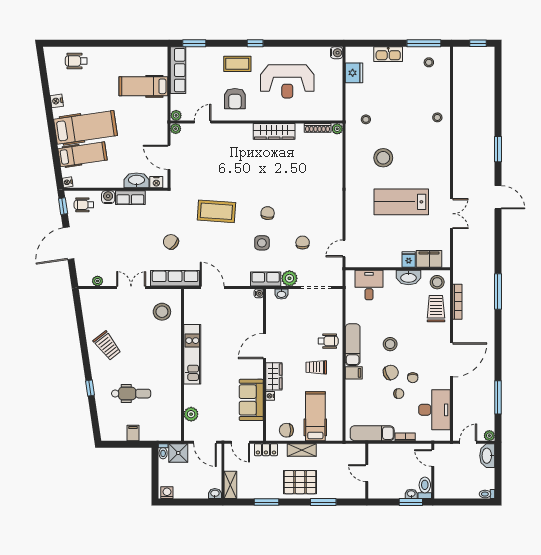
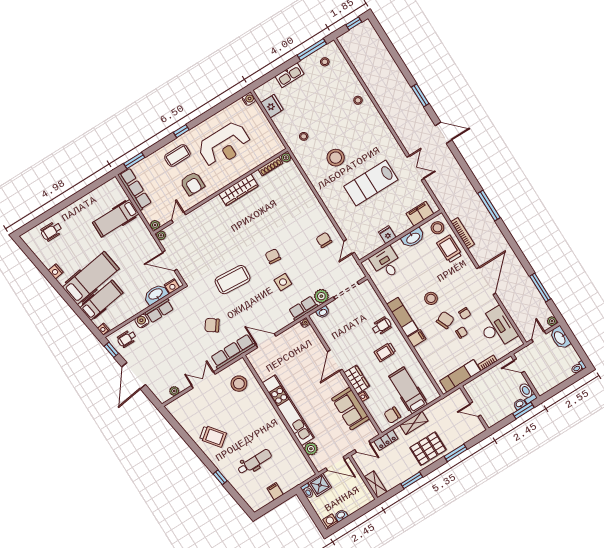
chair: (303, 243) -> (324, 240), moved
fridge: (409, 259) -> (387, 235), moved
kitchen unit: (192, 354) -> (288, 410), width x1.36
washbasin: (215, 494) -> (341, 515), moved

